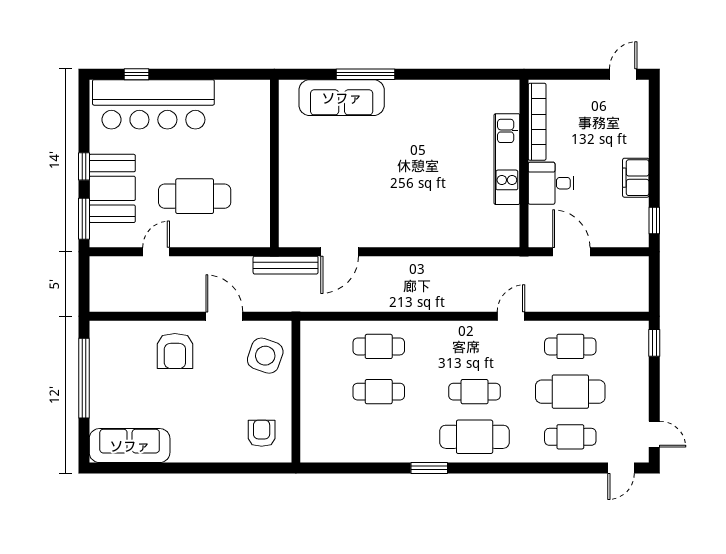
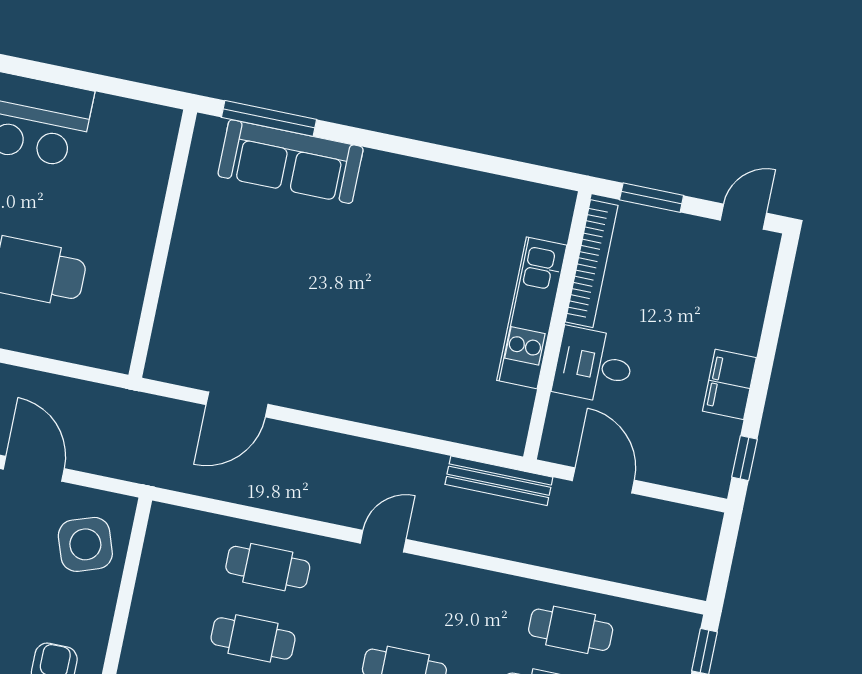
window: (366, 74) -> (269, 118), moved
window: (565, 74) -> (652, 198), added
bench: (286, 265) -> (499, 481), moved
door: (511, 316) -> (383, 541), moved
side table: (265, 356) -> (85, 544), turned -38

